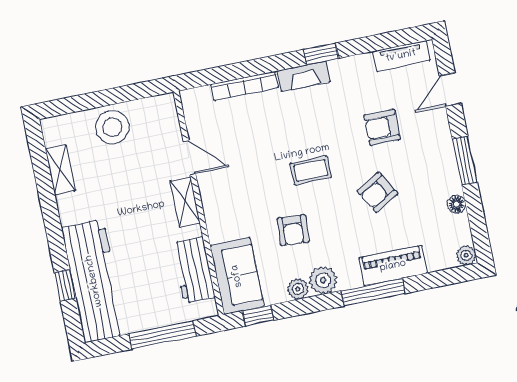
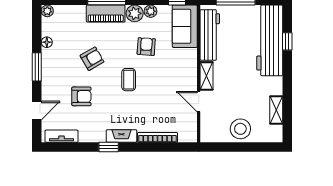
coffee table: (311, 170) -> (129, 80), turned 90
piano: (393, 266) -> (106, 14), moved
workbench: (193, 270) -> (210, 35), width x1.38

